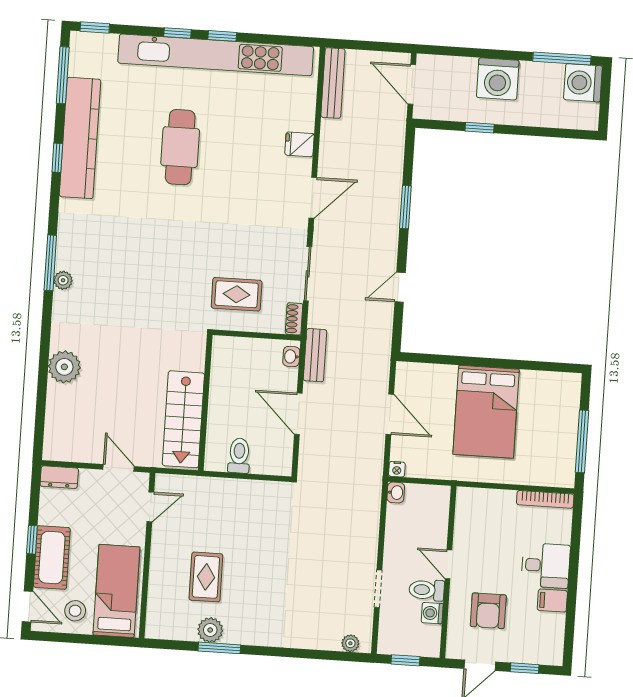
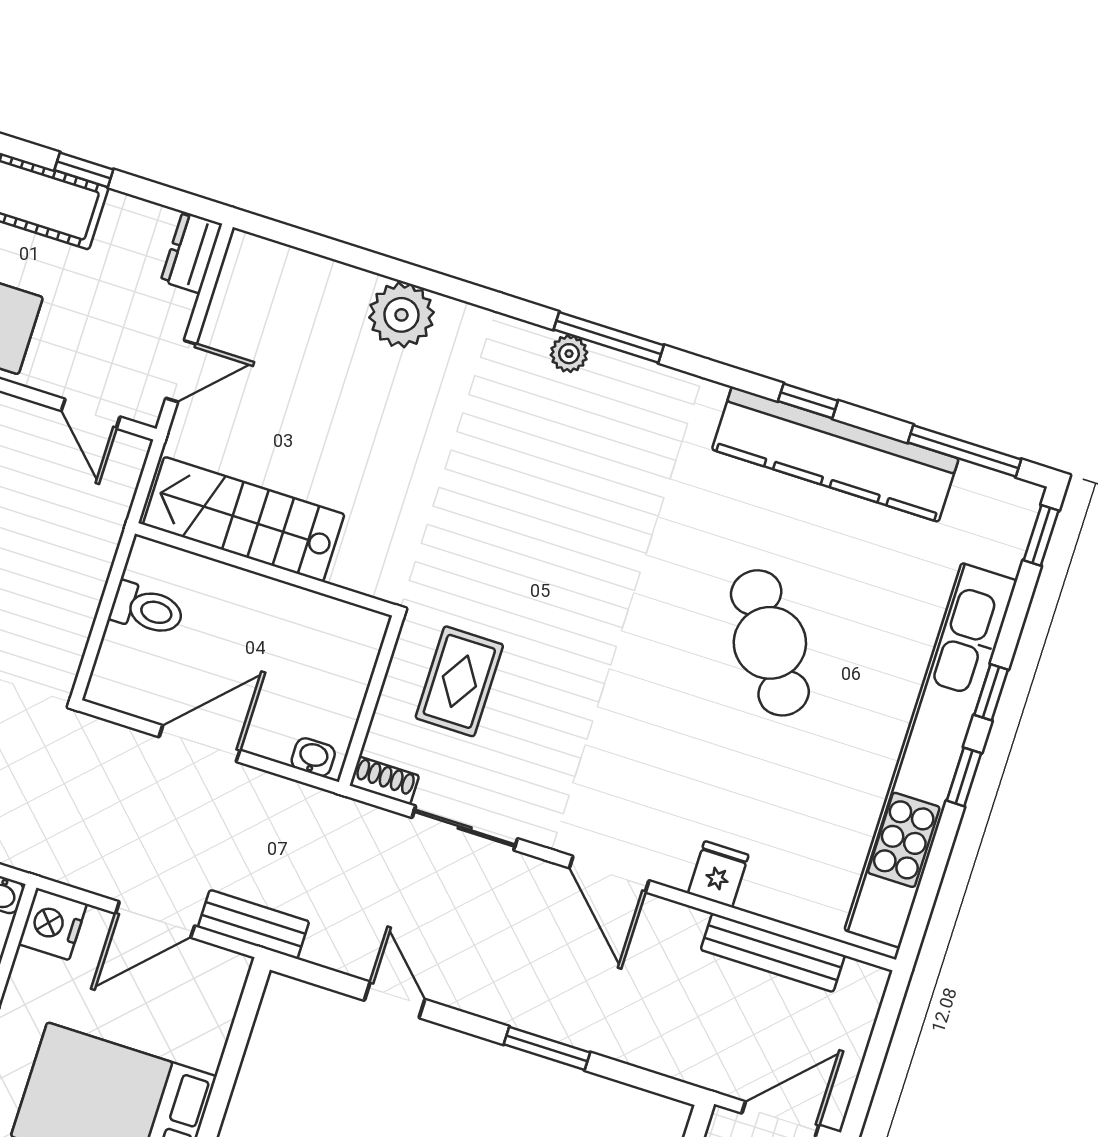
bench: (333, 83) -> (773, 953), moved
cafe table: (180, 147) -> (770, 643), turned 57
bench: (315, 355) -> (254, 924), moved
nightstand: (397, 469) -> (53, 924), width x1.89, depth x1.79

